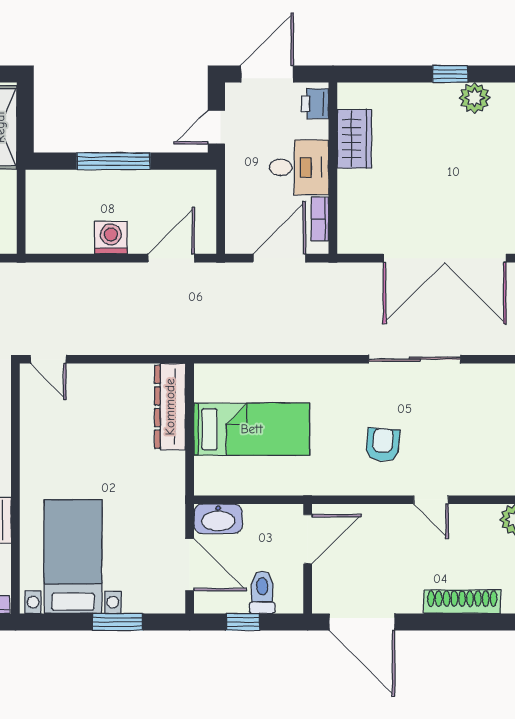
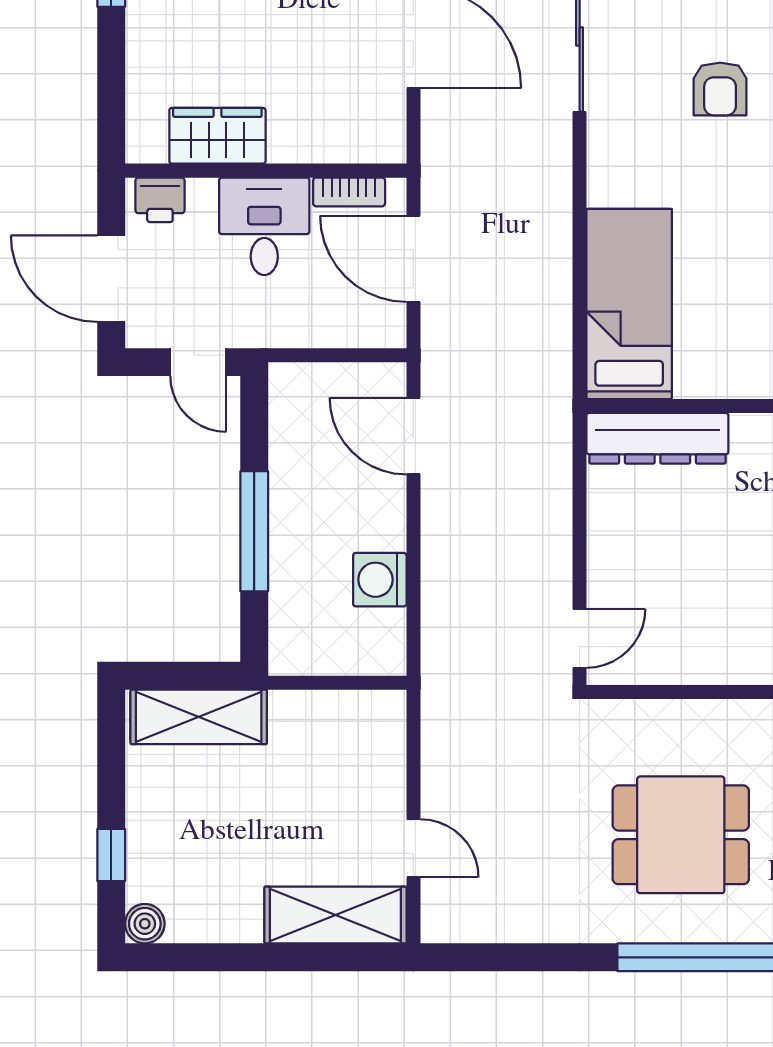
washing machine: (111, 238) -> (380, 580), moved
bed: (252, 429) -> (629, 304), moved
armchair: (383, 445) -> (720, 89), turned -95

